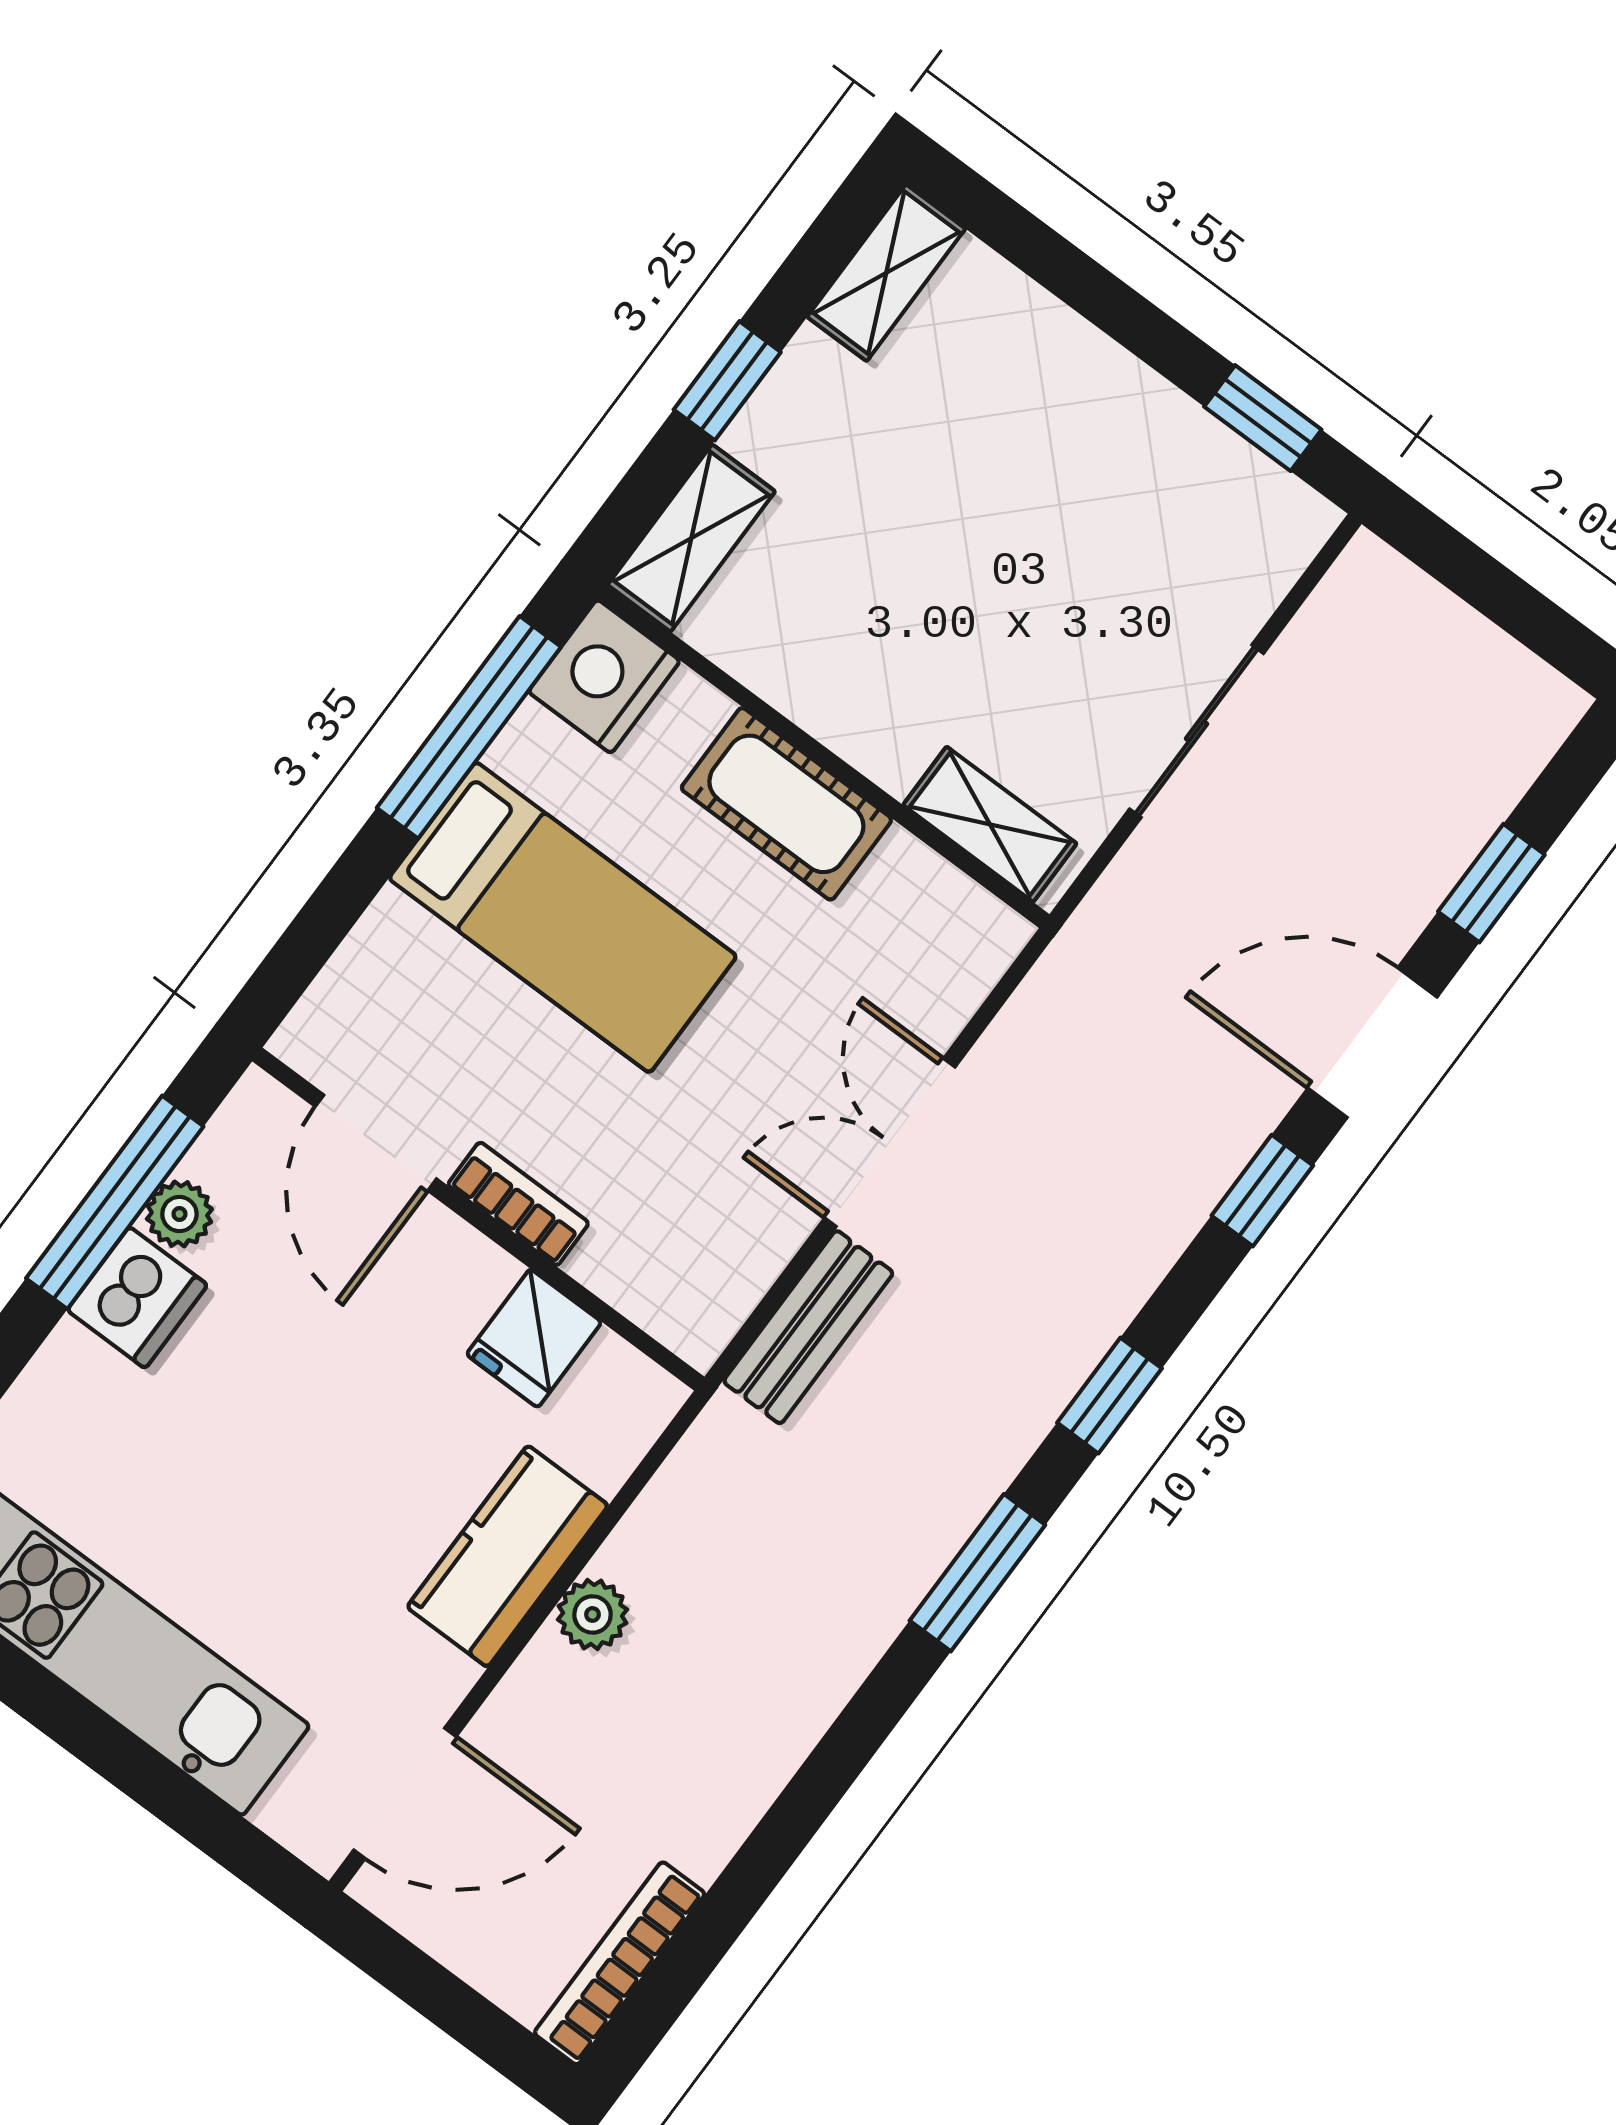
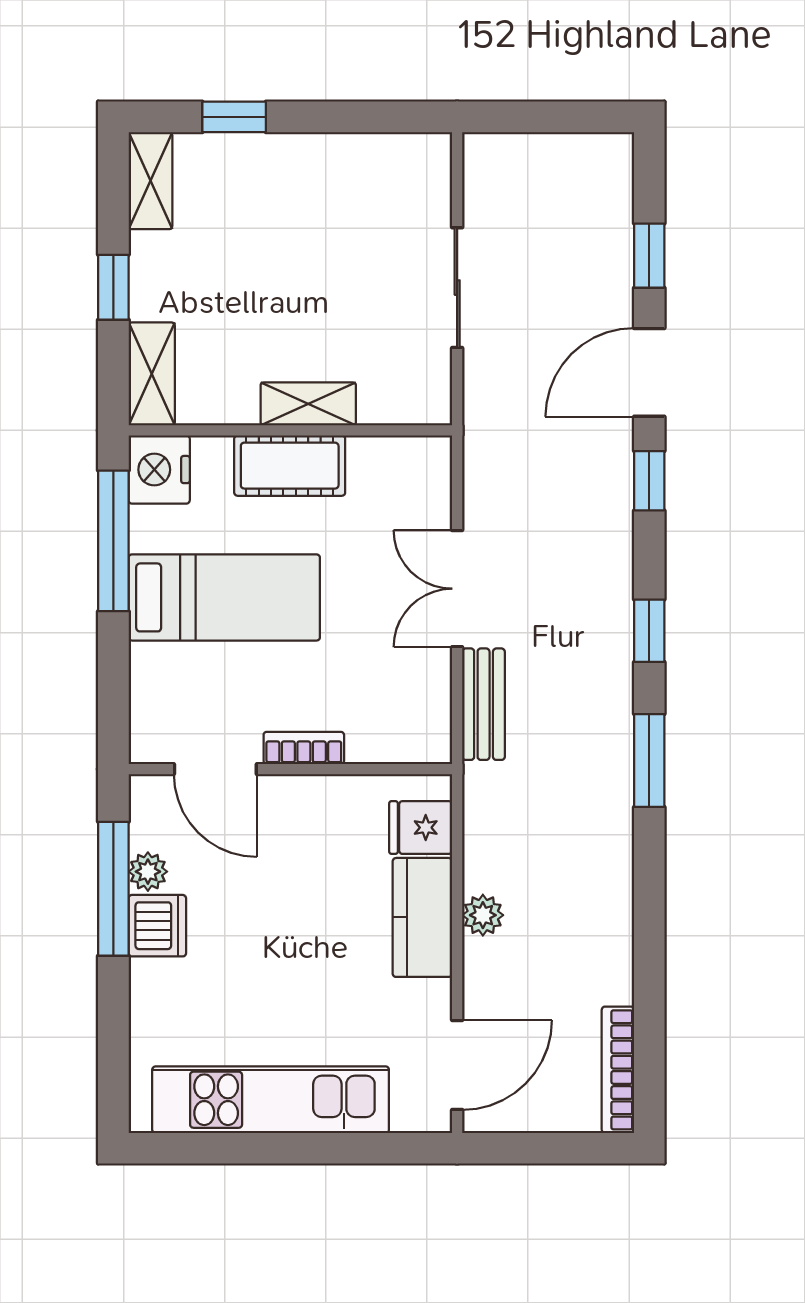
window: (1263, 418) -> (234, 117), moved
shelving: (990, 824) -> (308, 404), moved
fridge: (534, 1338) -> (421, 828), moved, turned 90

